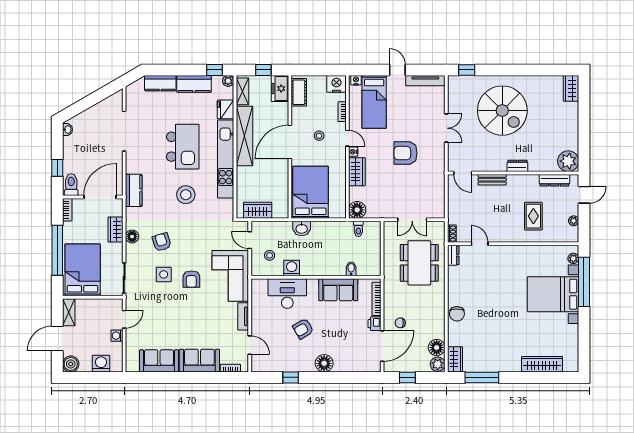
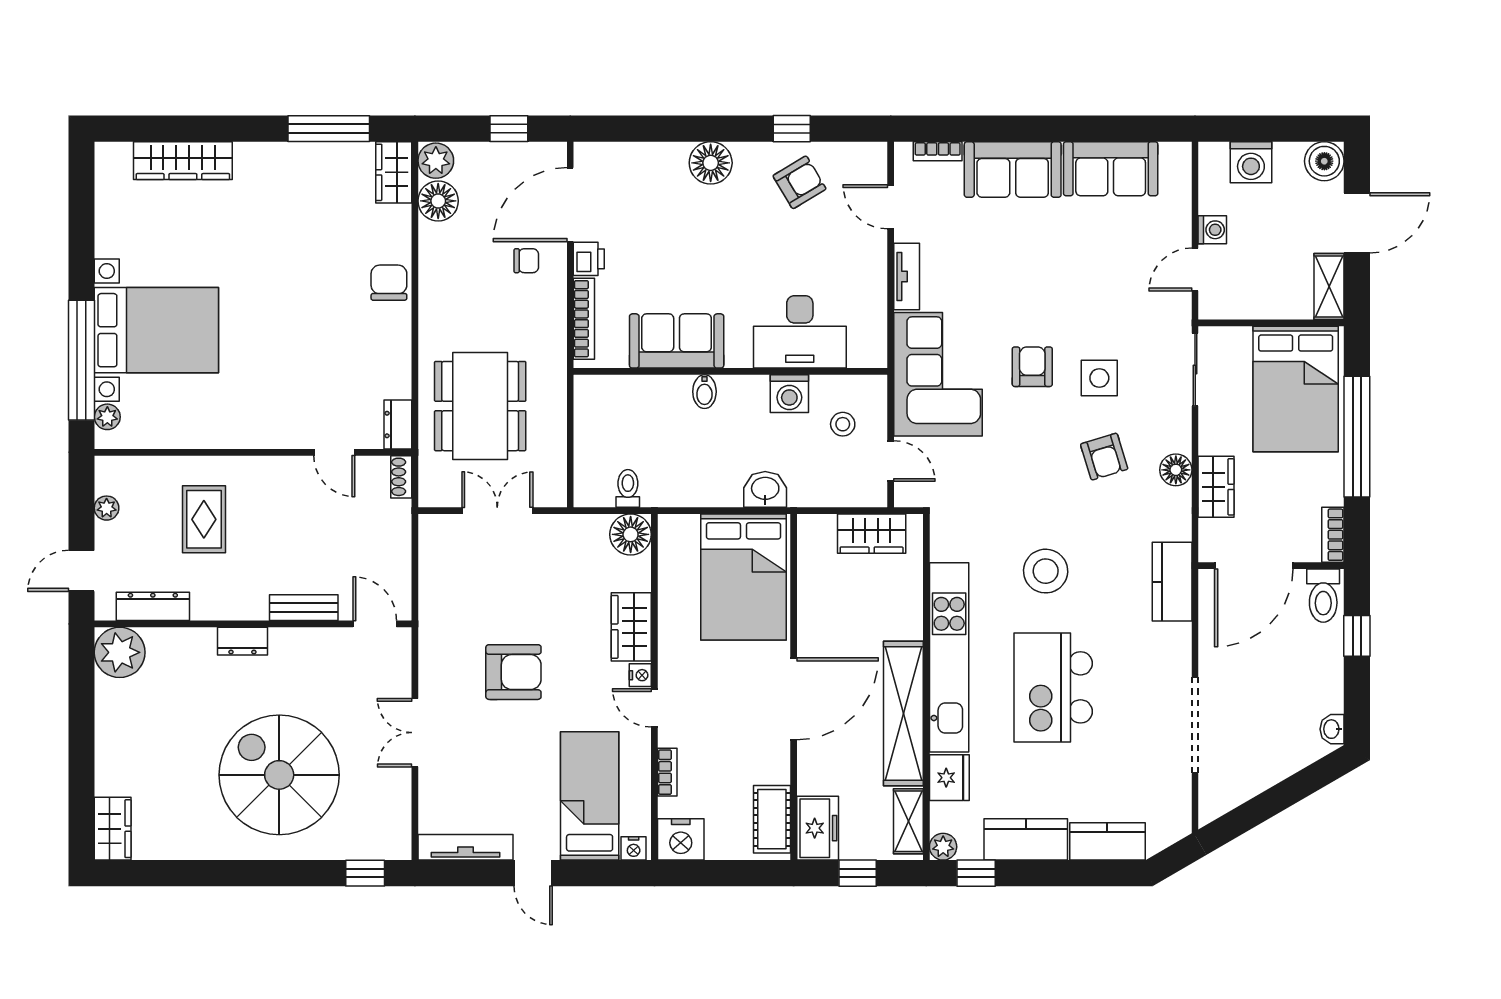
stool: (319, 136) -> (723, 714), removed
bidet: (351, 269) -> (704, 392), moved
armchair: (303, 329) -> (800, 182), moved

